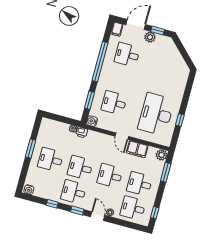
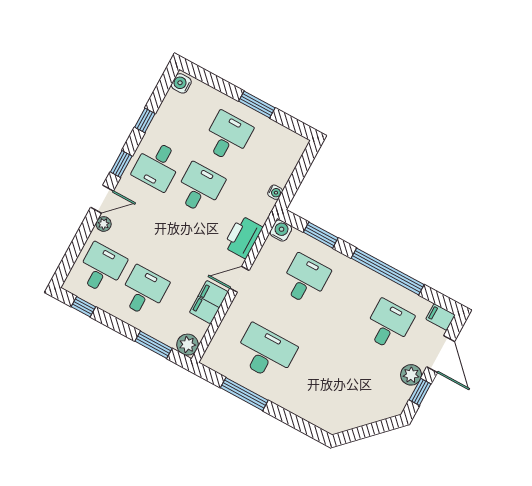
desk: (156, 114) -> (265, 353), width x0.73, depth x0.77
window: (180, 120) -> (244, 394), width x2.17
printer: (82, 132) -> (243, 237), moved, width x1.87, depth x1.48
desk: (110, 176) -> (172, 240), removed
desk: (74, 192) -> (157, 165), turned 180

